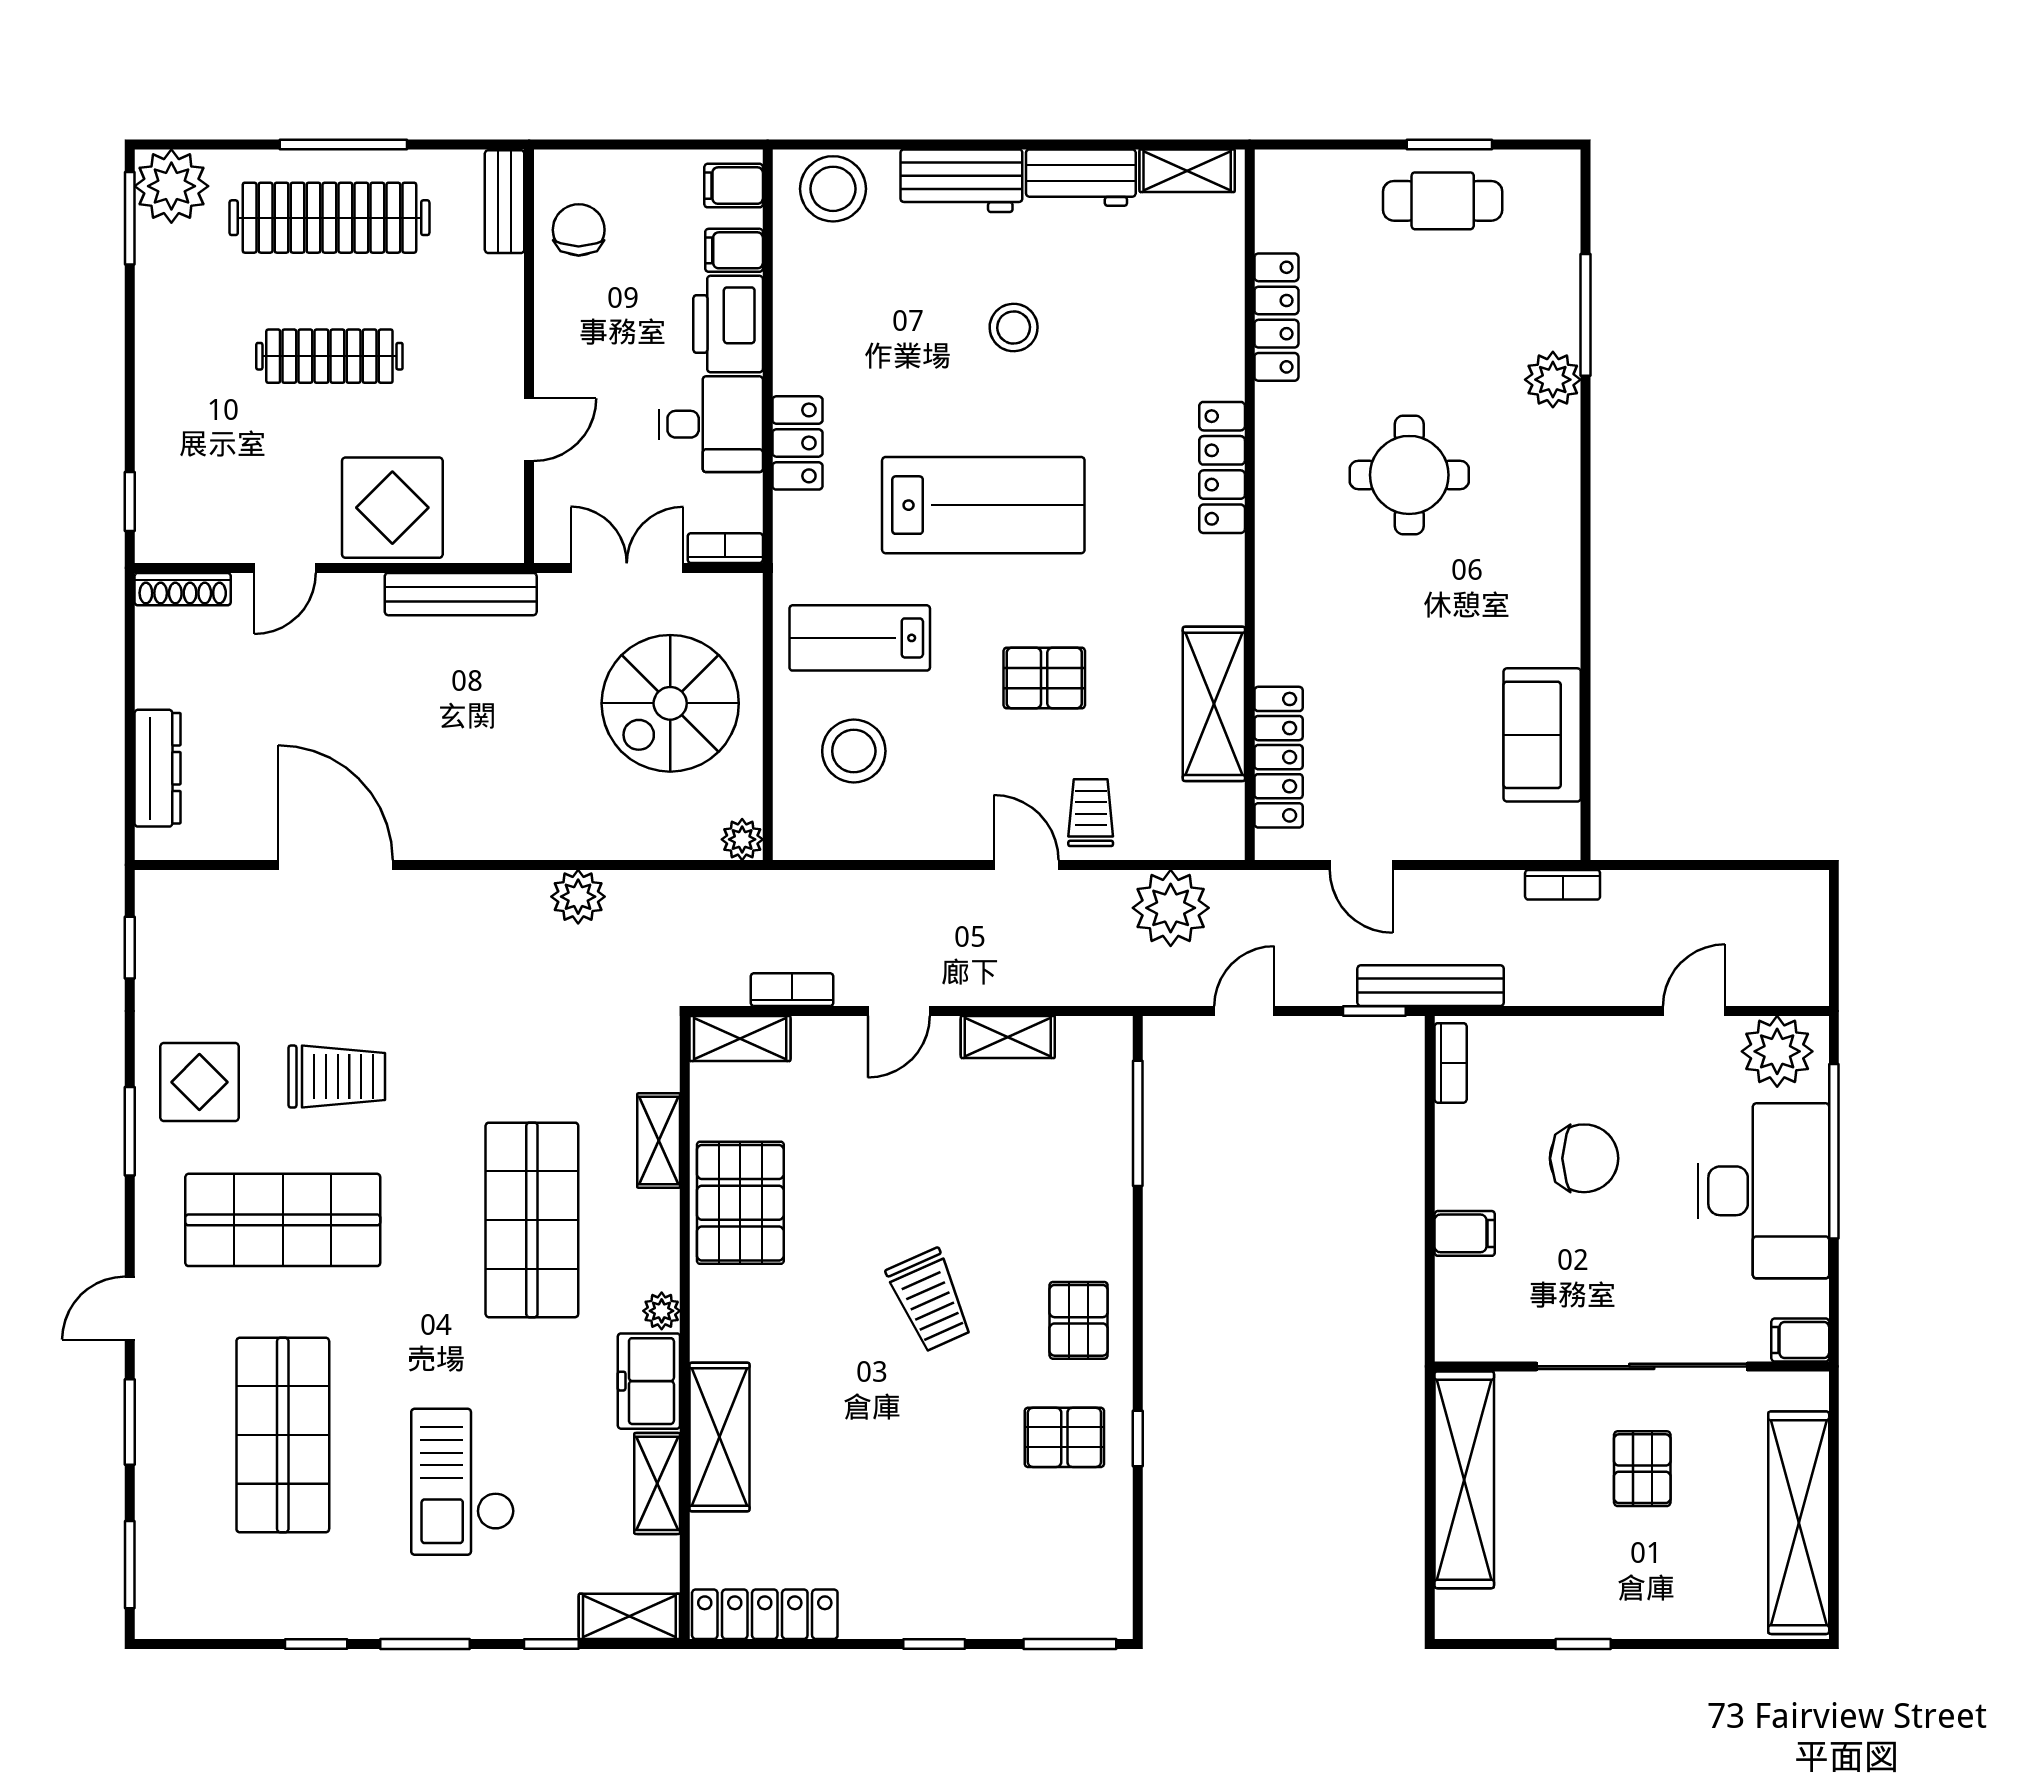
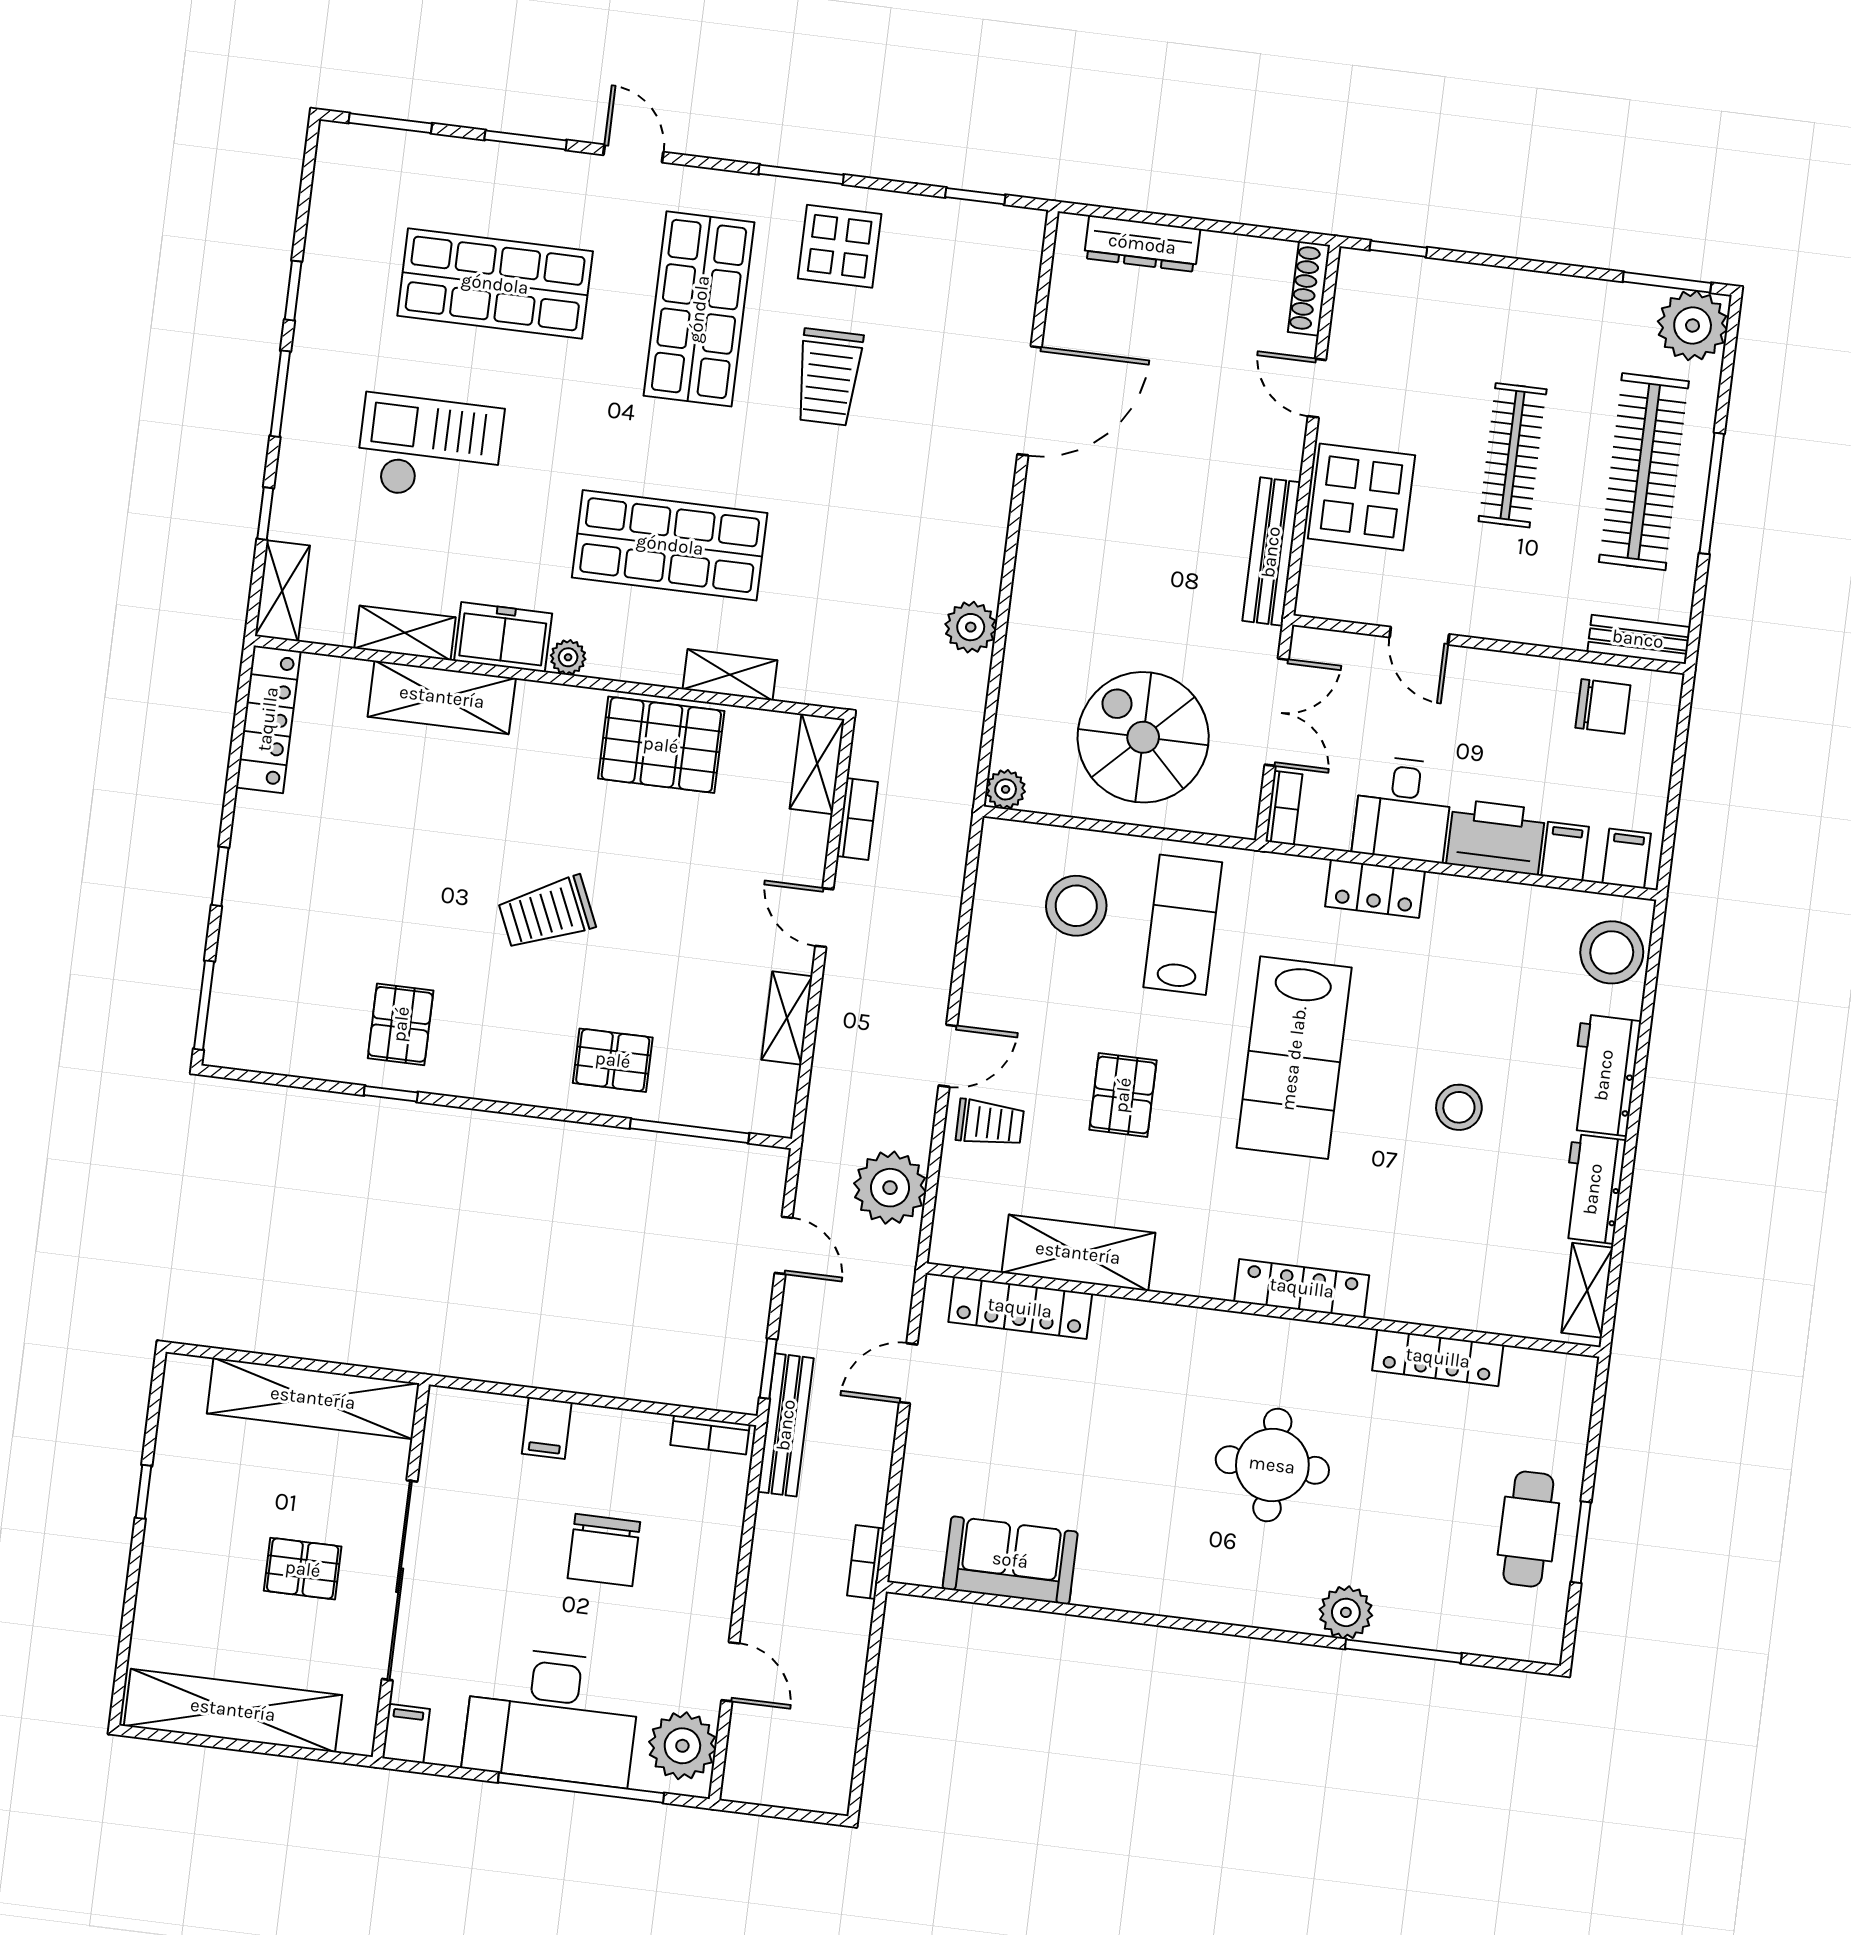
pallet: (1079, 1320) -> (613, 1060), moved

